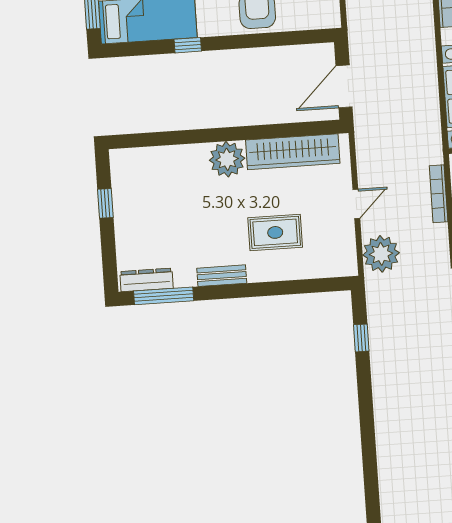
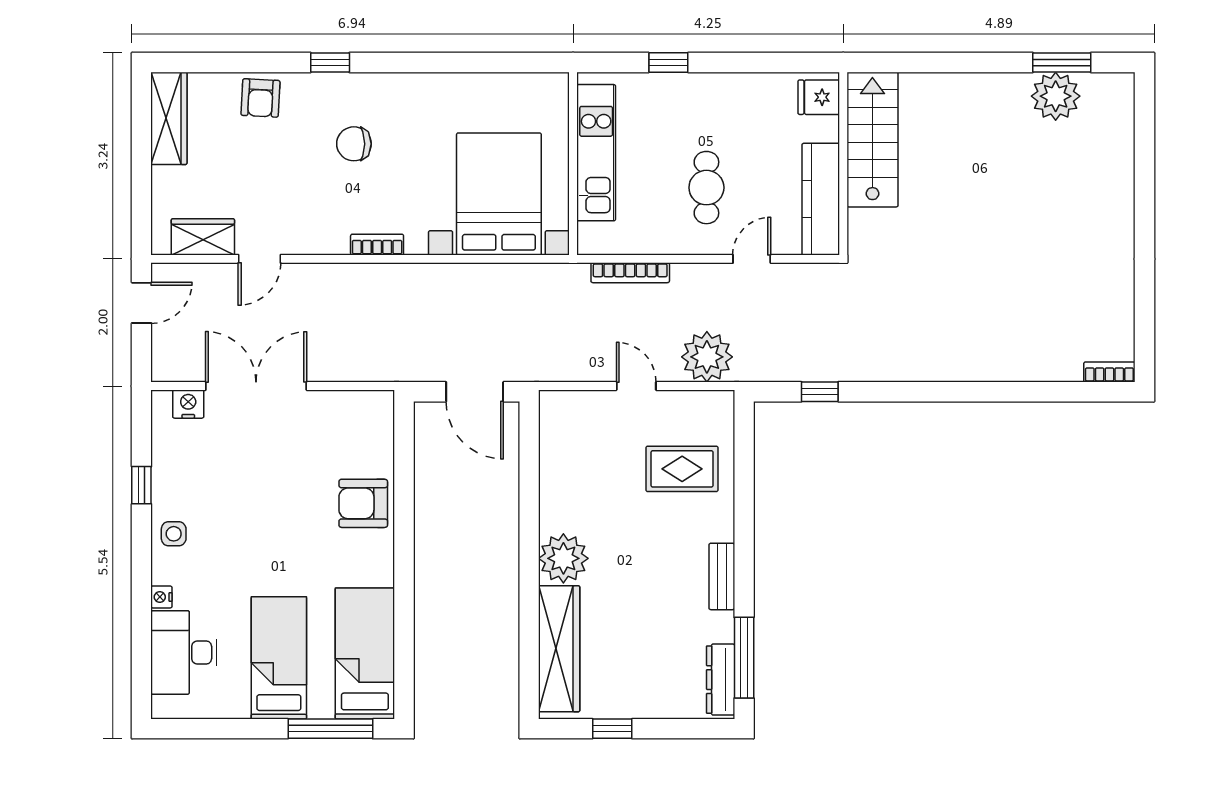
window: (188, 45) -> (404, 601), removed
wardrobe: (293, 152) -> (559, 649), moved
rug: (275, 232) -> (682, 469), moved, turned 90

